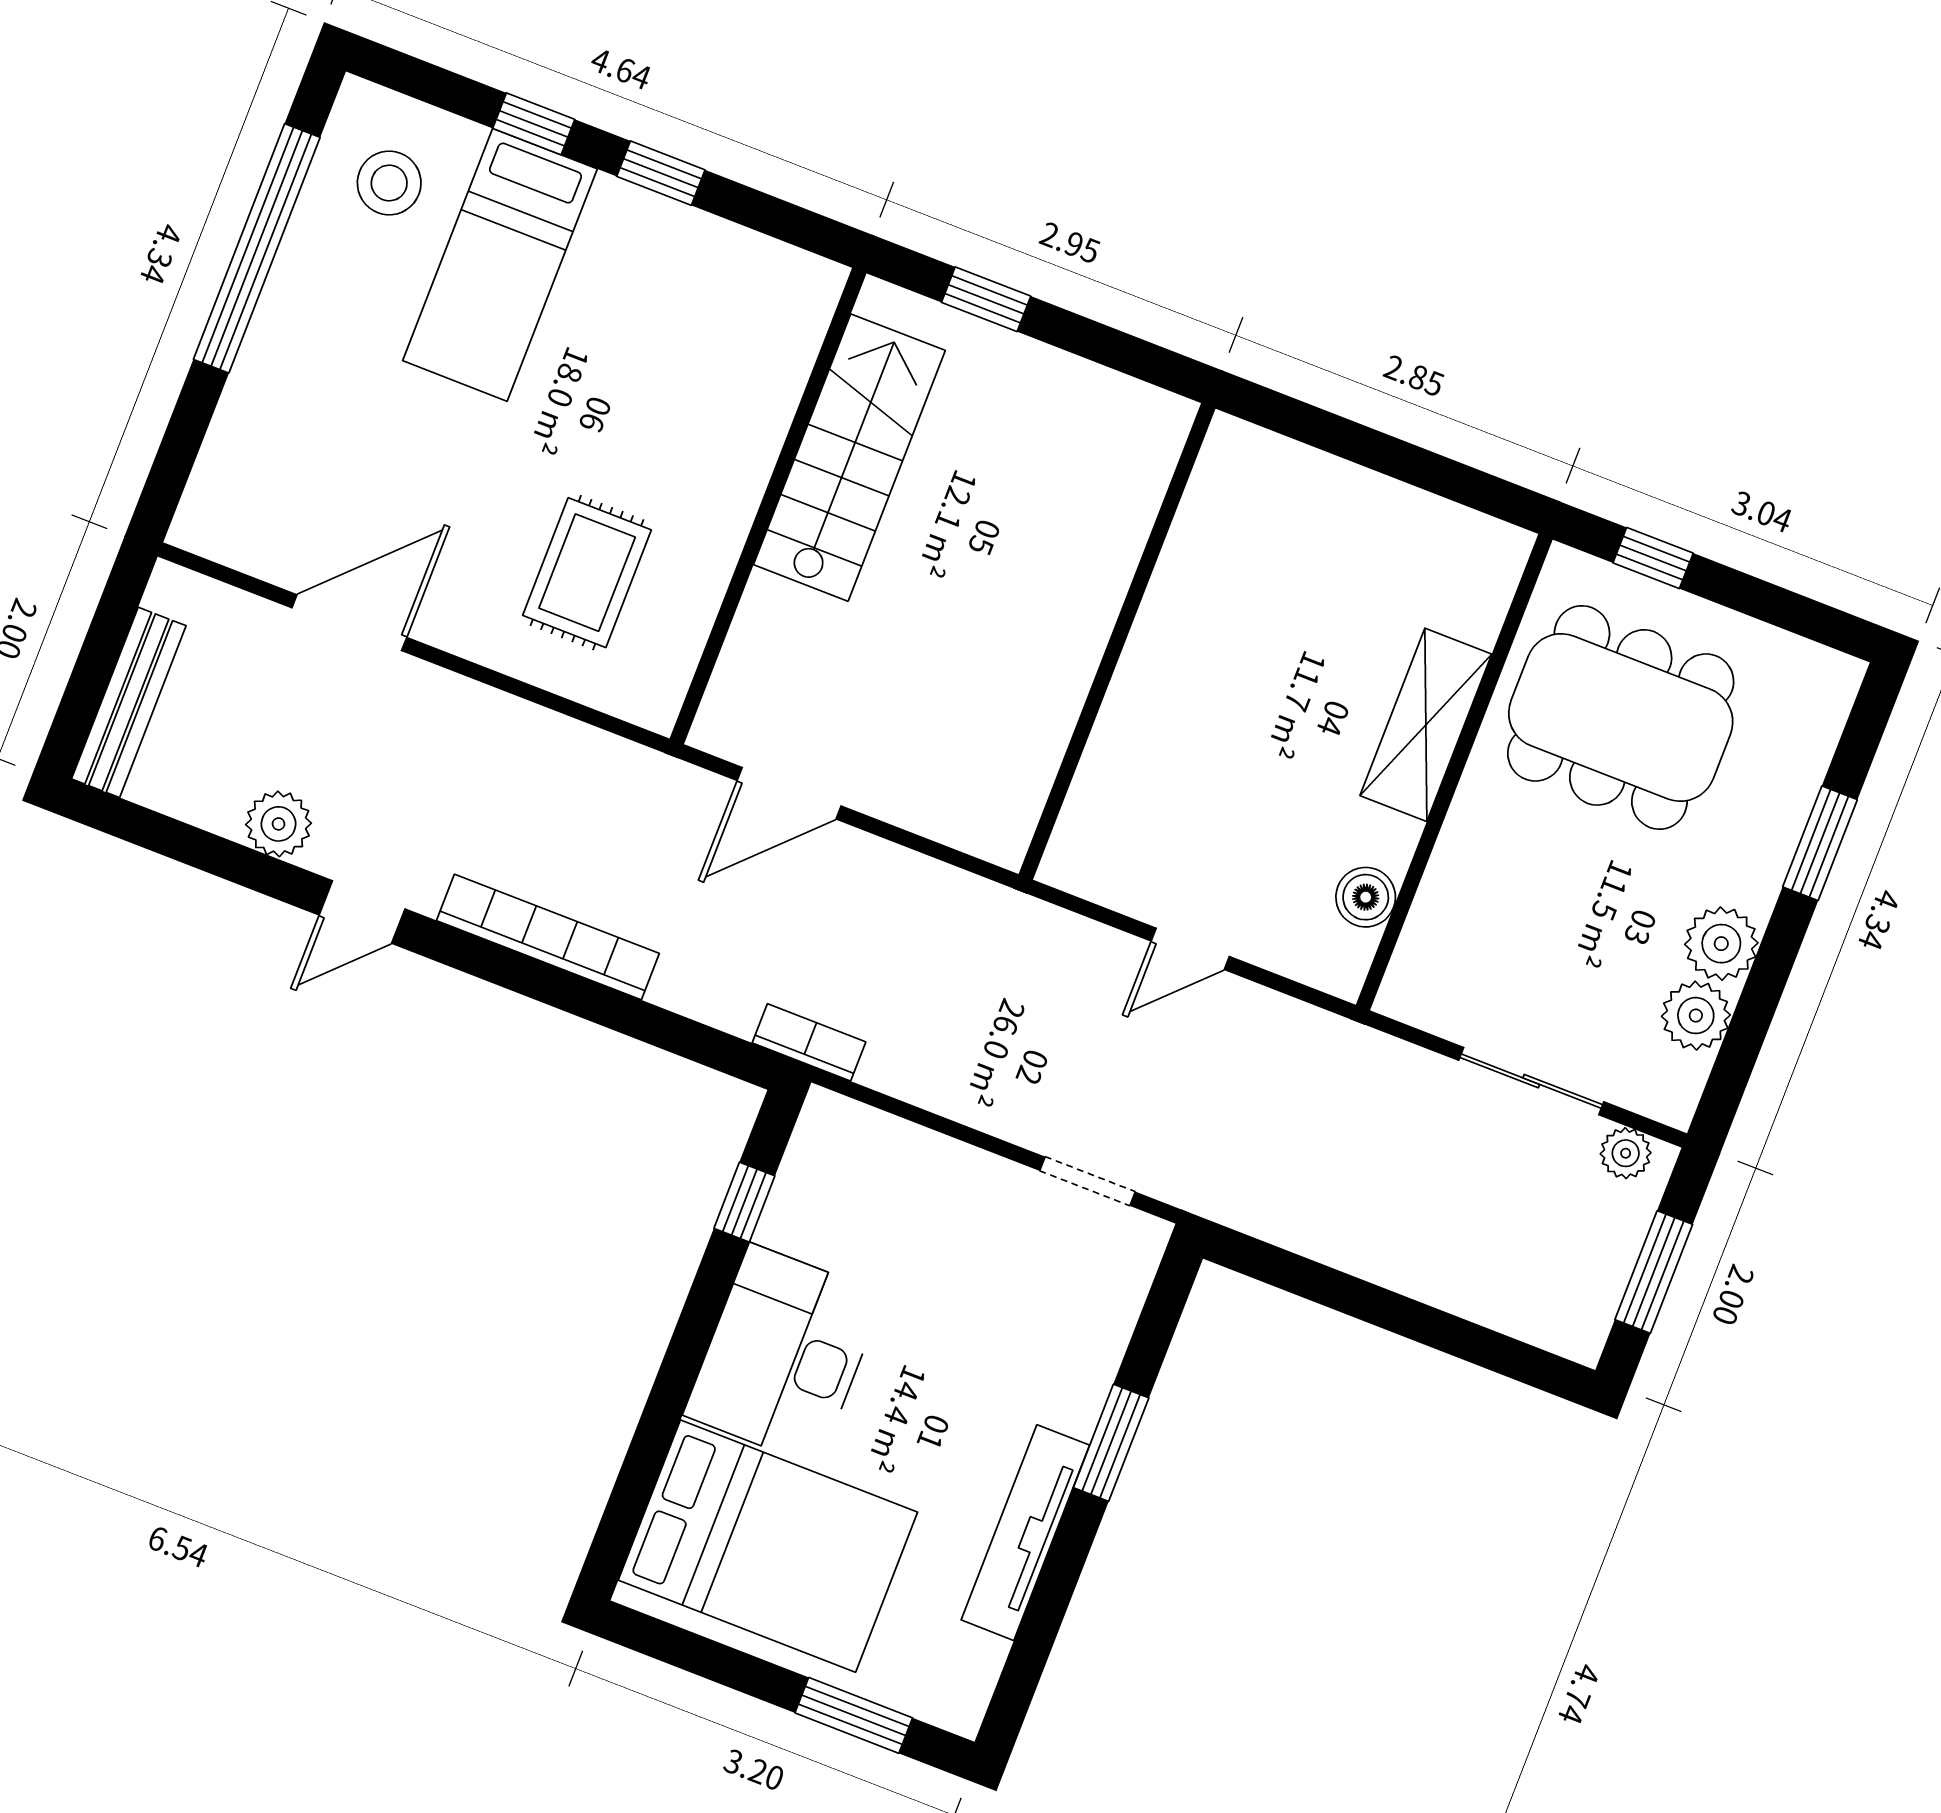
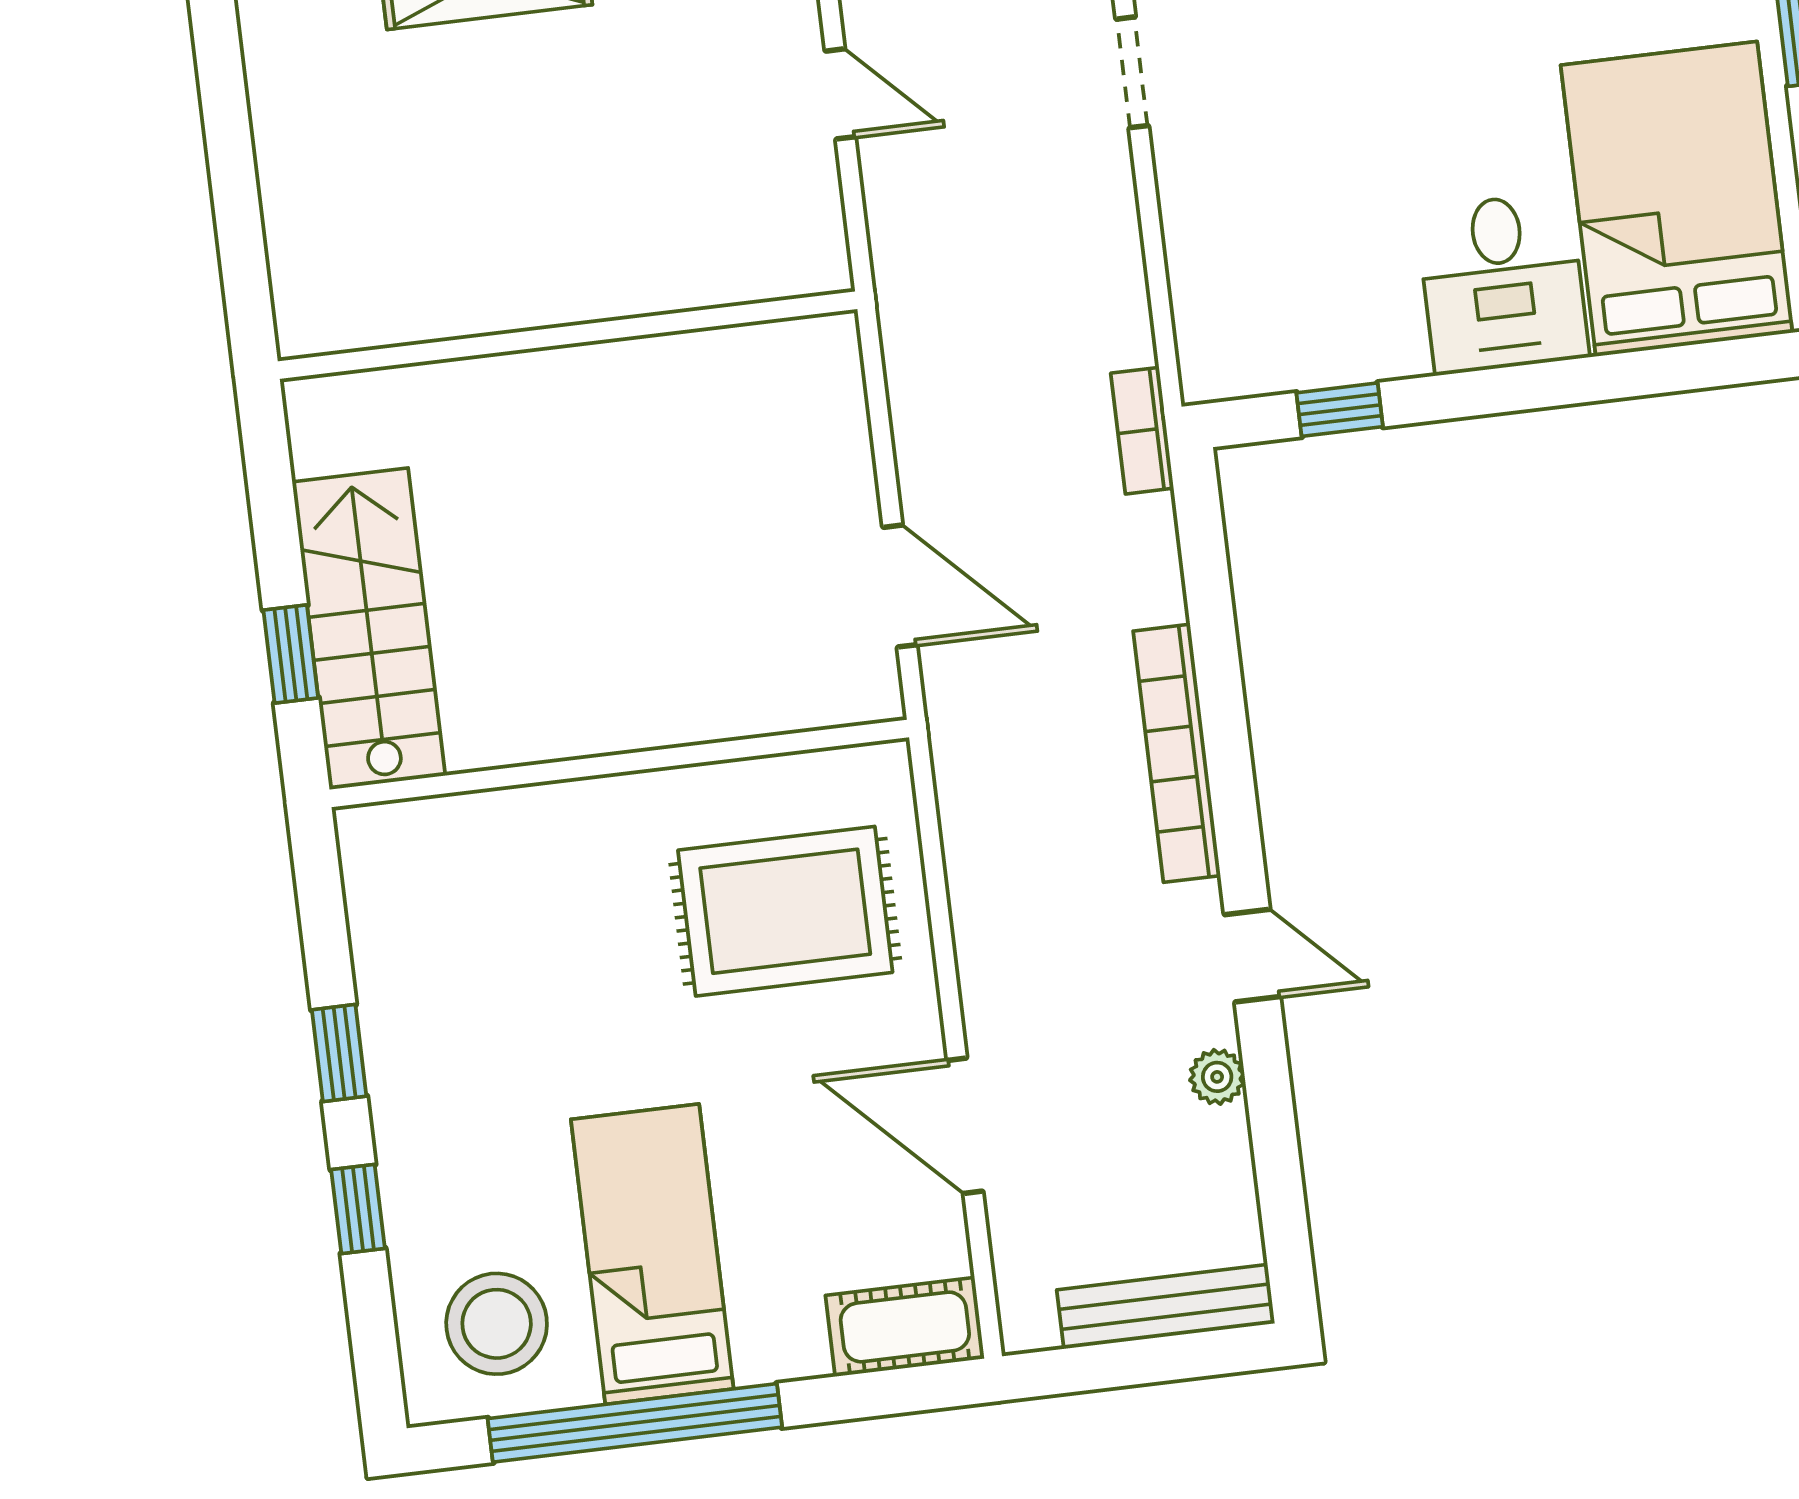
stool: (389, 183) -> (497, 1324), width x1.38, depth x1.38
bed: (500, 265) -> (652, 1254), moved, turned -90
stairs: (849, 458) -> (369, 629), moved, turned 90
cot: (220, 494) -> (905, 1327), added
rug: (587, 573) -> (785, 911), width x1.36, depth x1.43
plant: (279, 824) -> (1217, 1077), width x0.73, depth x0.73
desk: (784, 1355) -> (1502, 283), width x0.73

